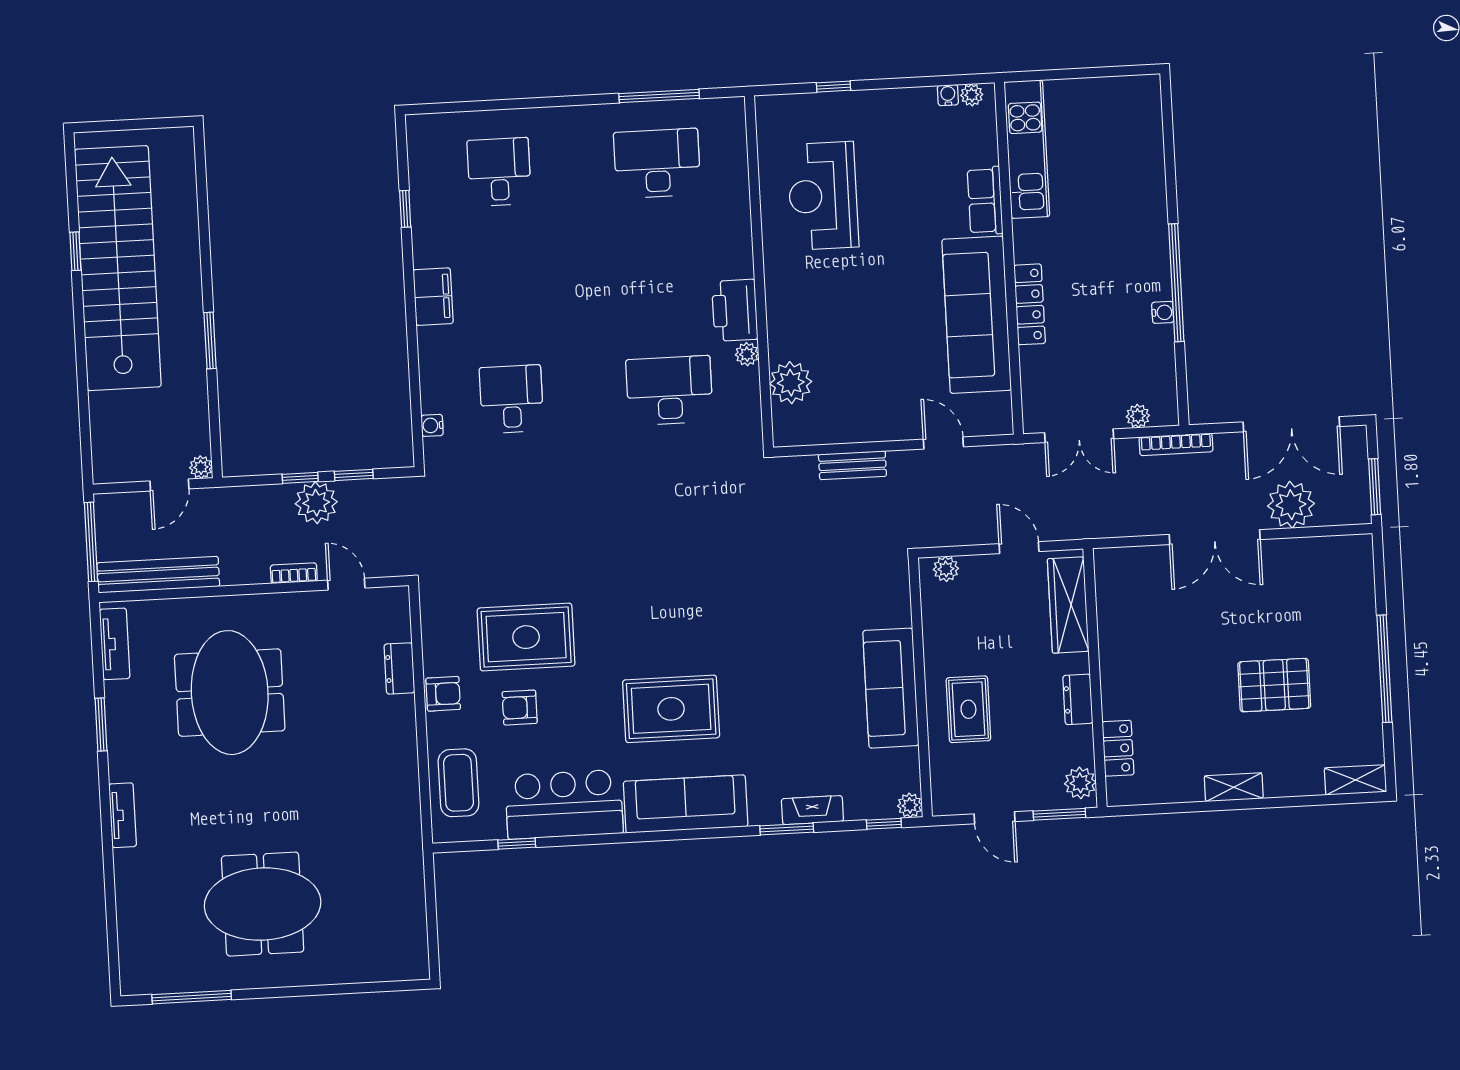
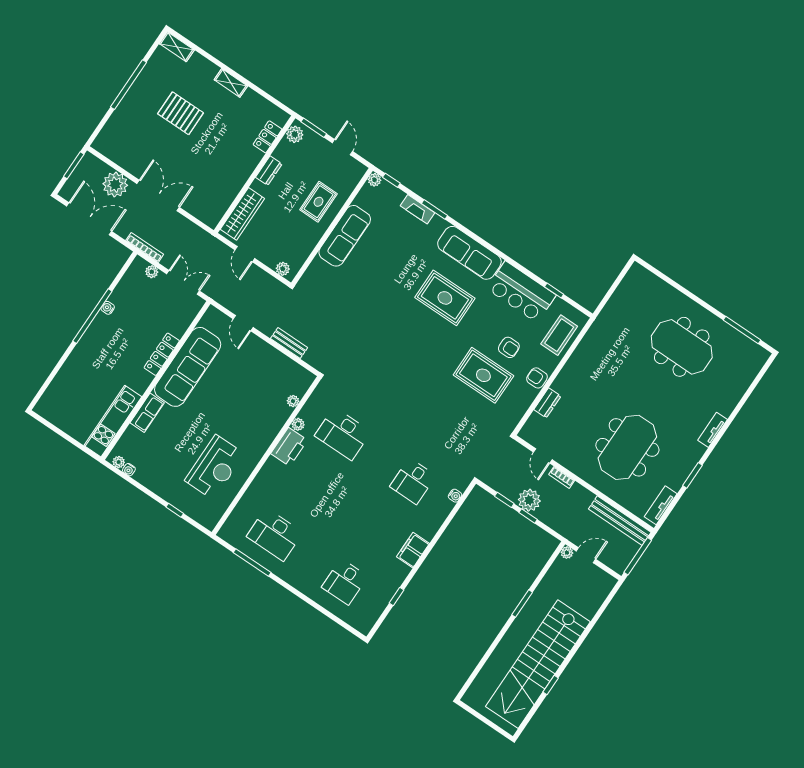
plant: (791, 383) -> (293, 401), width x0.53, depth x0.53

